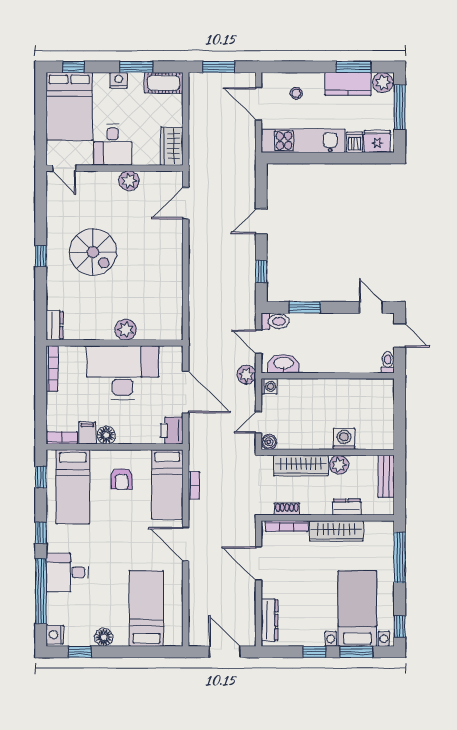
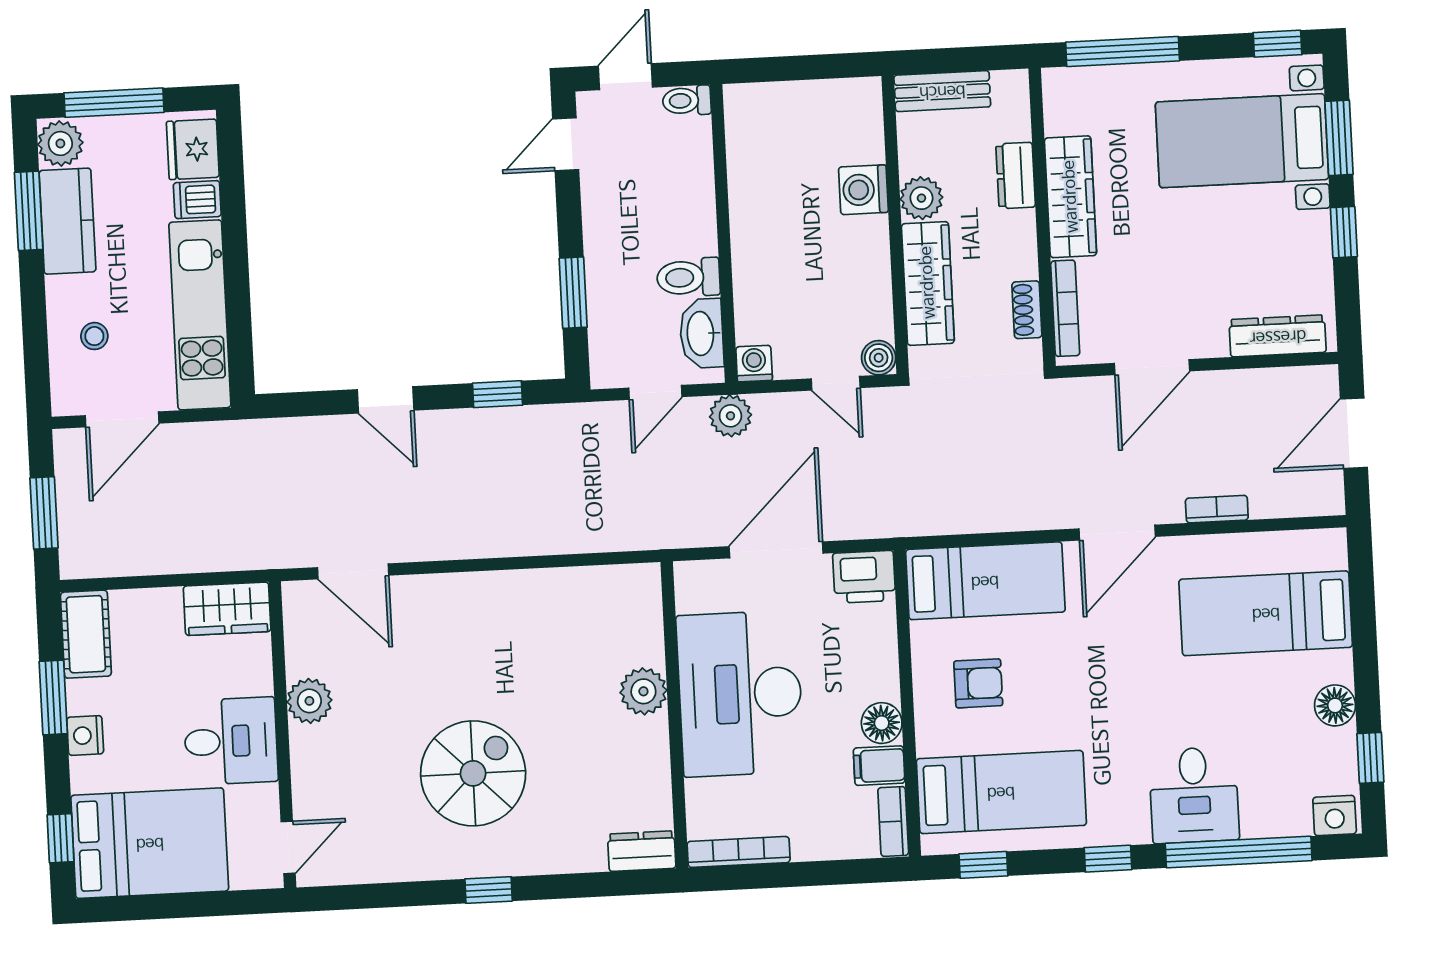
toilet: (275, 321) -> (688, 277), moved, turned -90
bookcase: (194, 485) -> (1217, 509), moved

